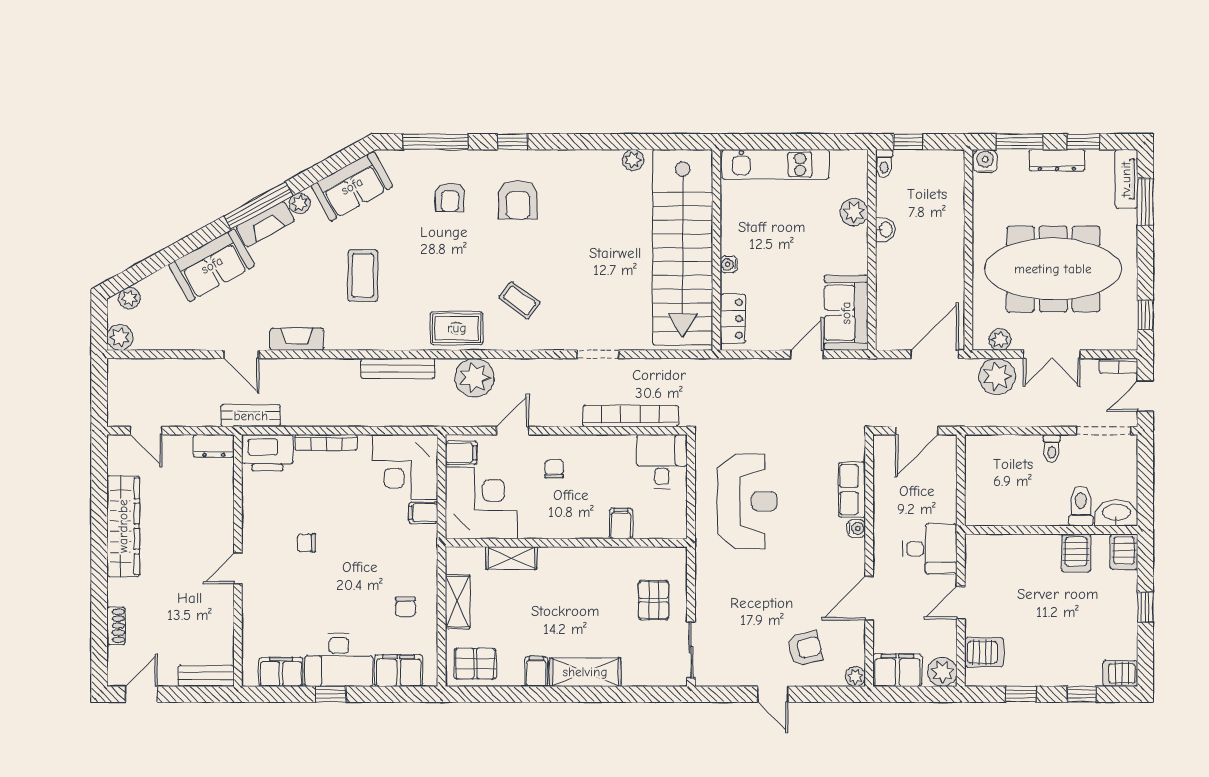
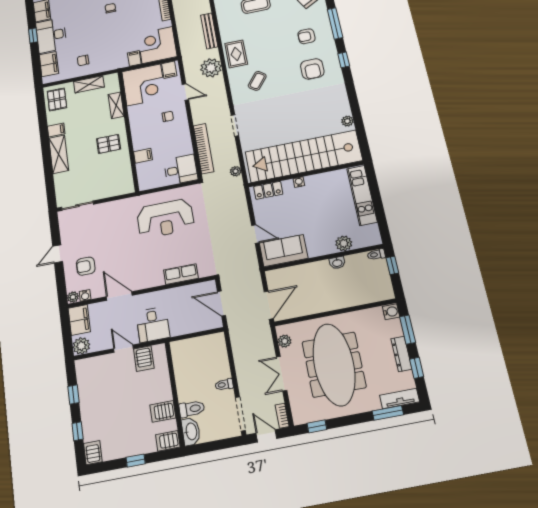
armchair: (518, 200) -> (312, 69), turned -90
door: (935, 354) -> (269, 305), hinge flipped
plant: (997, 376) -> (236, 171), moved, width x0.53, depth x0.53
water cooler: (856, 528) -> (85, 295), moved
pallet: (653, 600) -> (109, 144), moved
armchair: (805, 648) -> (86, 266), turned 104
server rack: (984, 652) -> (144, 359), moved

